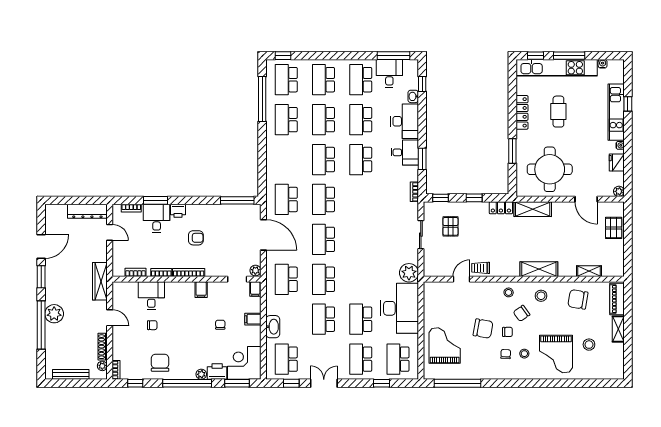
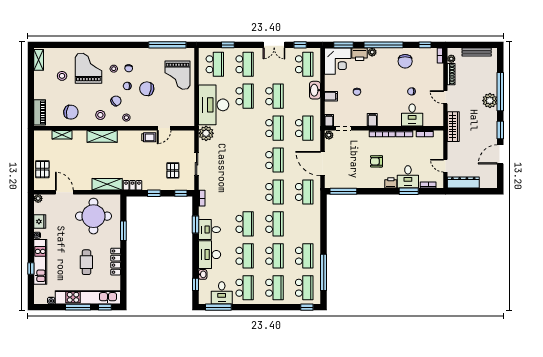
shelving: (618, 329) -> (39, 60), moved

